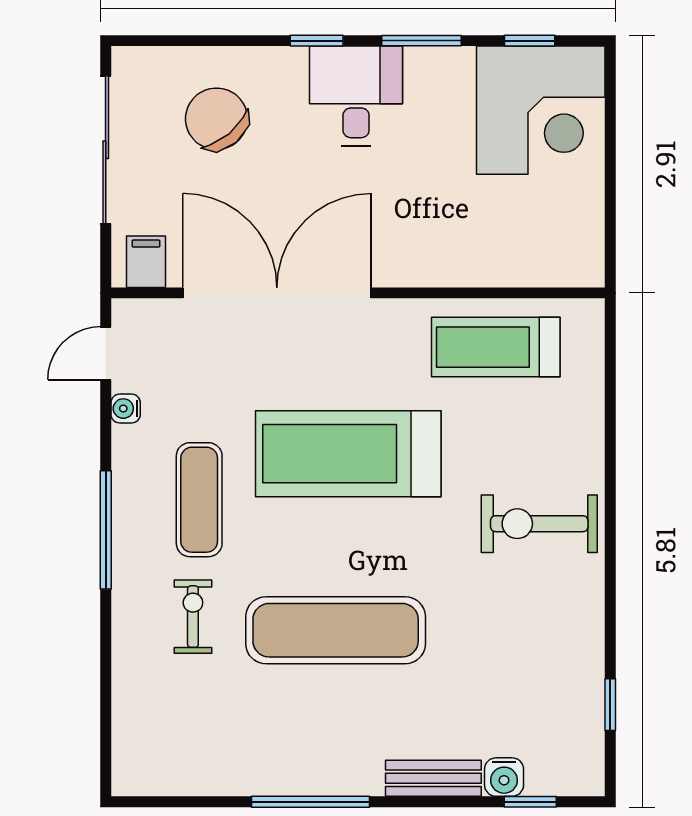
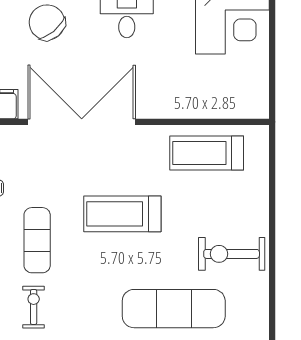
treadmill: (348, 454) -> (122, 214), width x0.73, depth x0.73
exercise mat: (336, 630) -> (174, 309), moved

